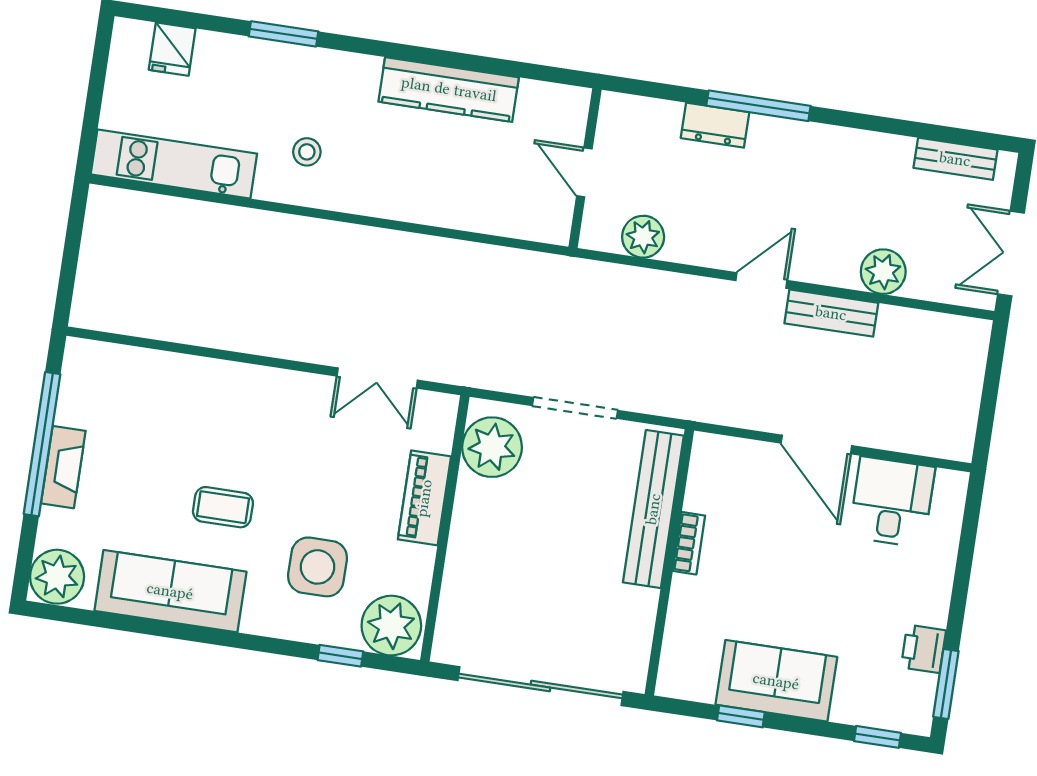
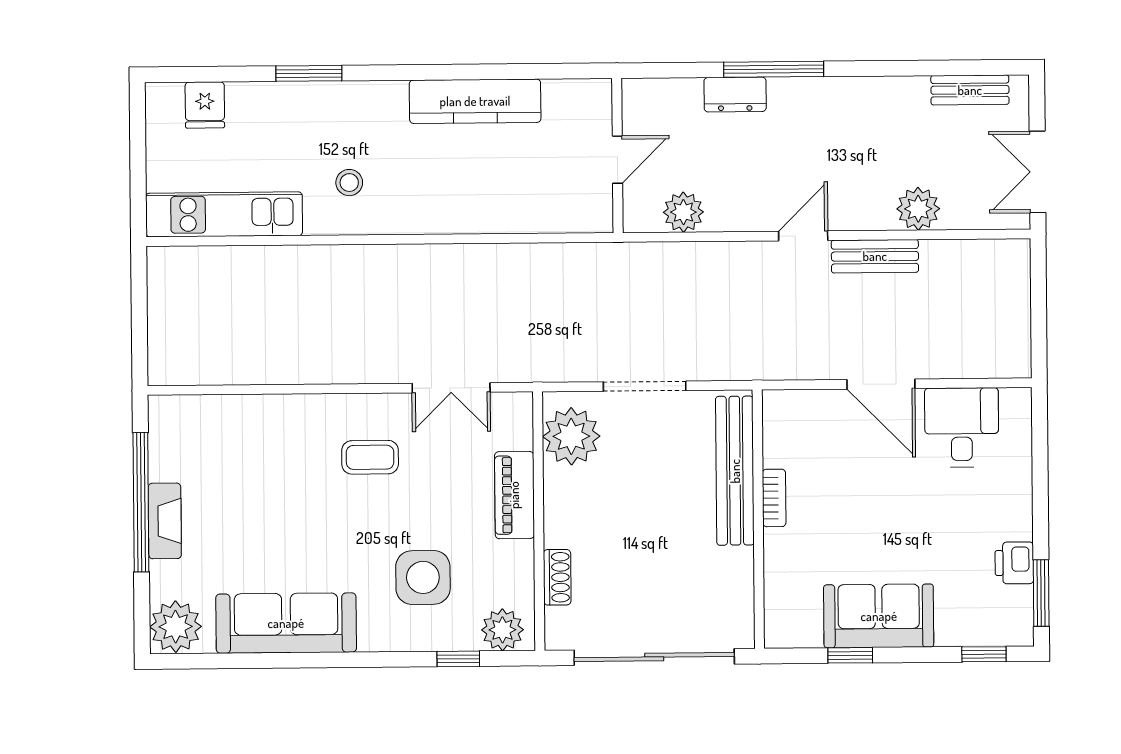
door: (584, 172) -> (617, 160), swing flipped
coffee table: (223, 507) -> (370, 457), moved
shoe rack: (455, 589) -> (557, 577), added
plant: (391, 626) -> (502, 630), width x0.73, depth x0.73

